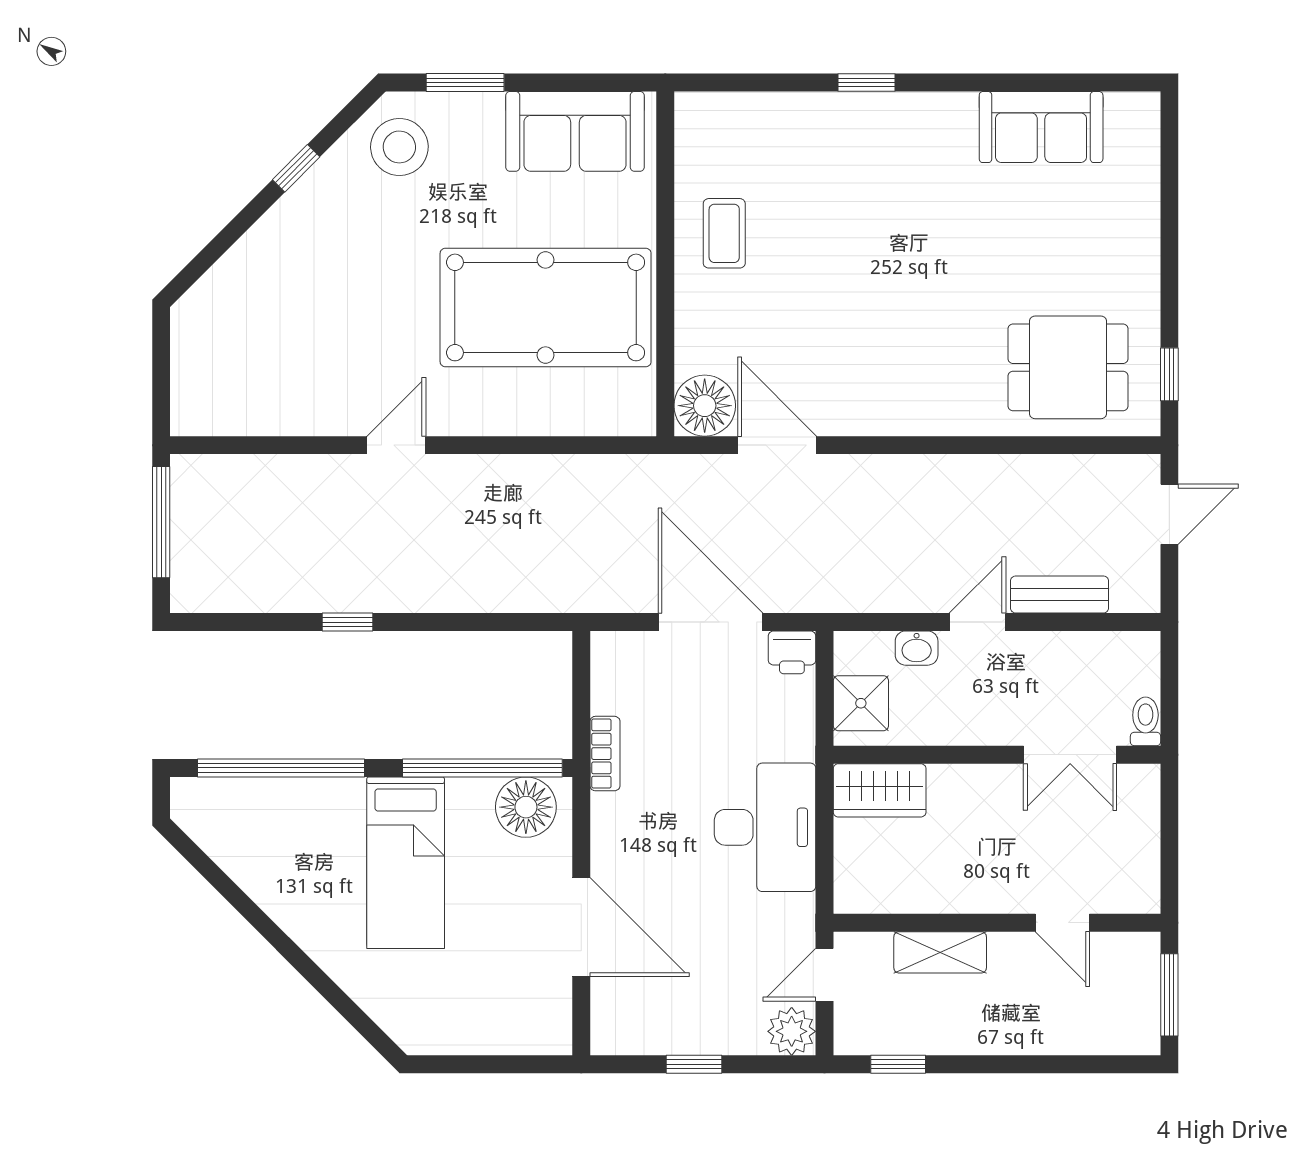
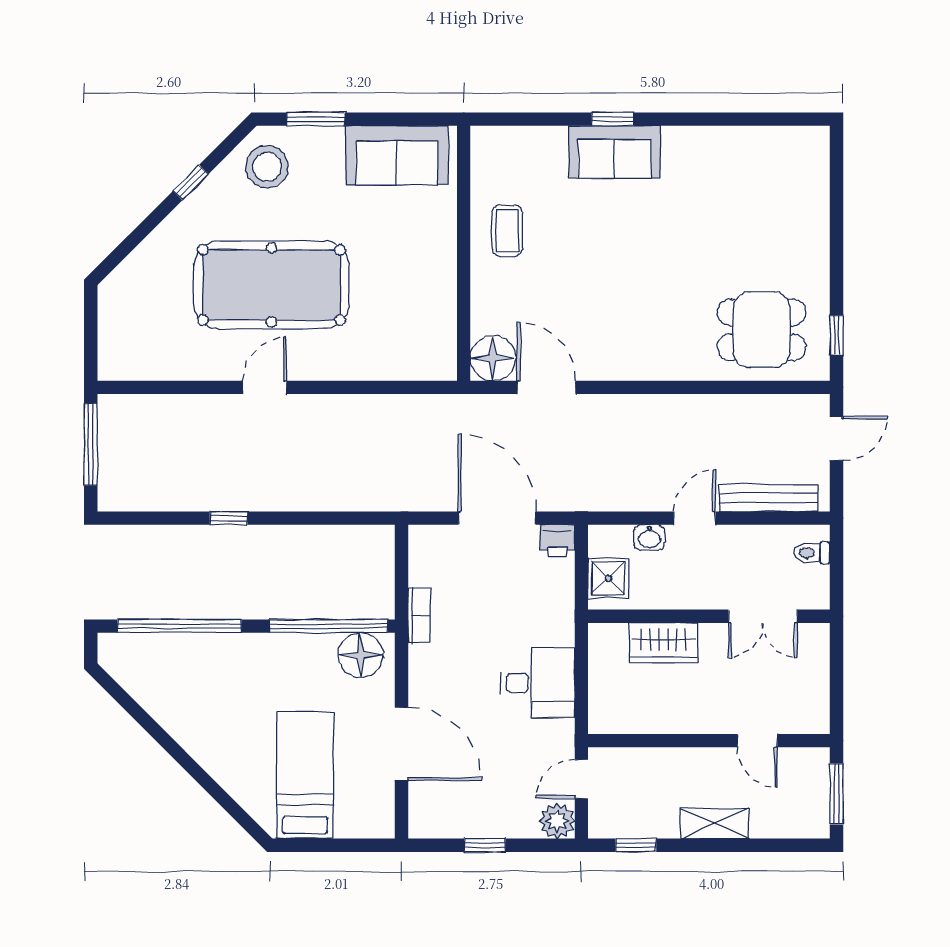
sofa: (1041, 127) -> (615, 152), moved
pool table: (546, 307) -> (271, 285), moved
bench: (1060, 594) -> (768, 498), width x1.36
toilet: (1145, 721) -> (812, 553), moved, turned -90
wardrobe: (880, 790) -> (663, 643), moved
desk: (765, 827) -> (537, 683), width x0.73
bed: (406, 863) -> (305, 775), moved, turned 180
shelving: (940, 952) -> (715, 823), moved

